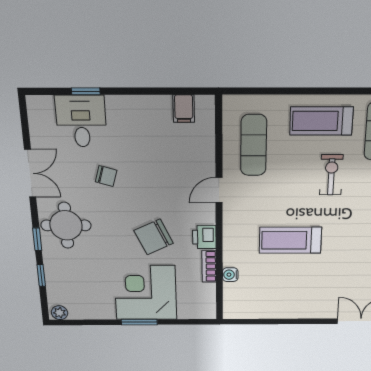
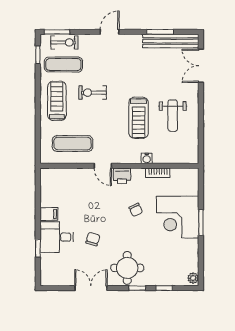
filing cabinet: (184, 109) -> (49, 214), moved
desk: (81, 121) -> (57, 237), moved
treadmill: (321, 121) -> (57, 101), turned 180
chair: (154, 237) -> (136, 210), width x0.54, depth x0.54
printer: (204, 237) -> (122, 176), moved
water cooler: (230, 275) -> (147, 158), moved
weight bench: (292, 286) -> (173, 116), added

